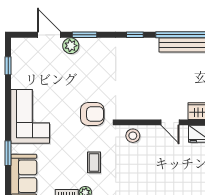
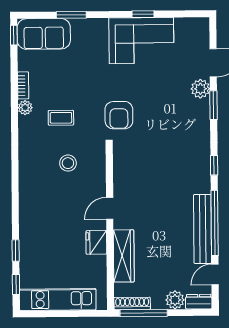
window: (8, 66) -> (143, 14), moved
corner sofa: (30, 116) -> (141, 41), moved
stool: (133, 136) -> (68, 163), moved

